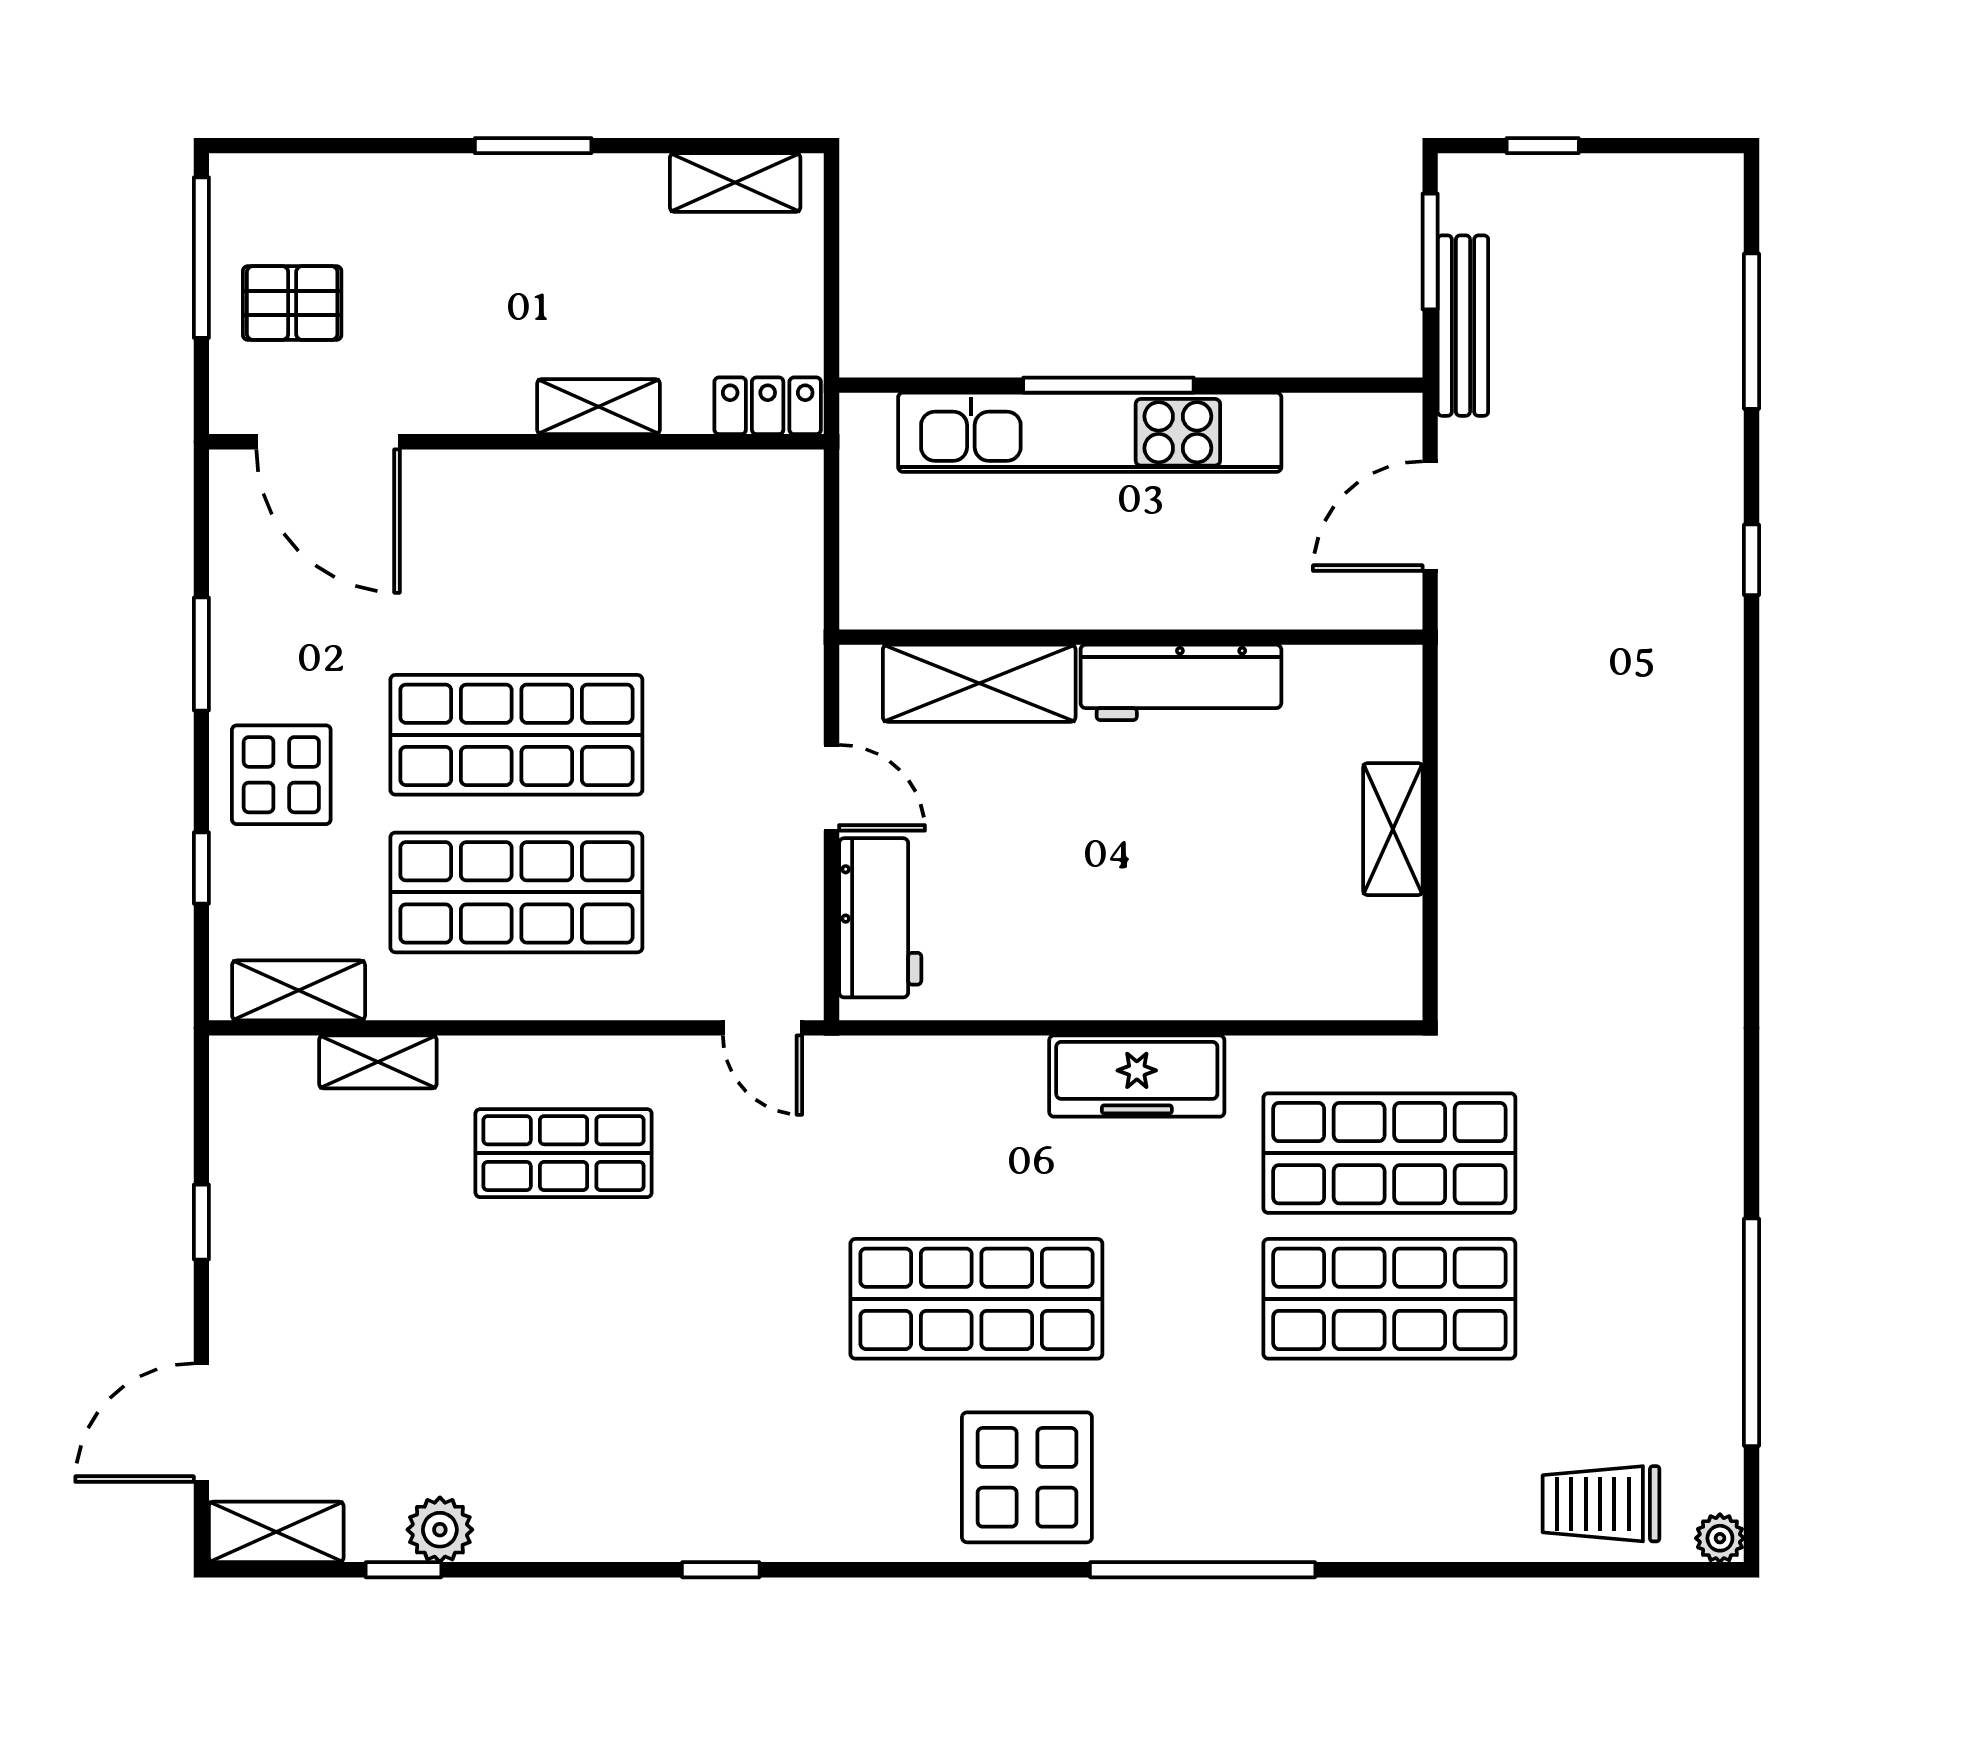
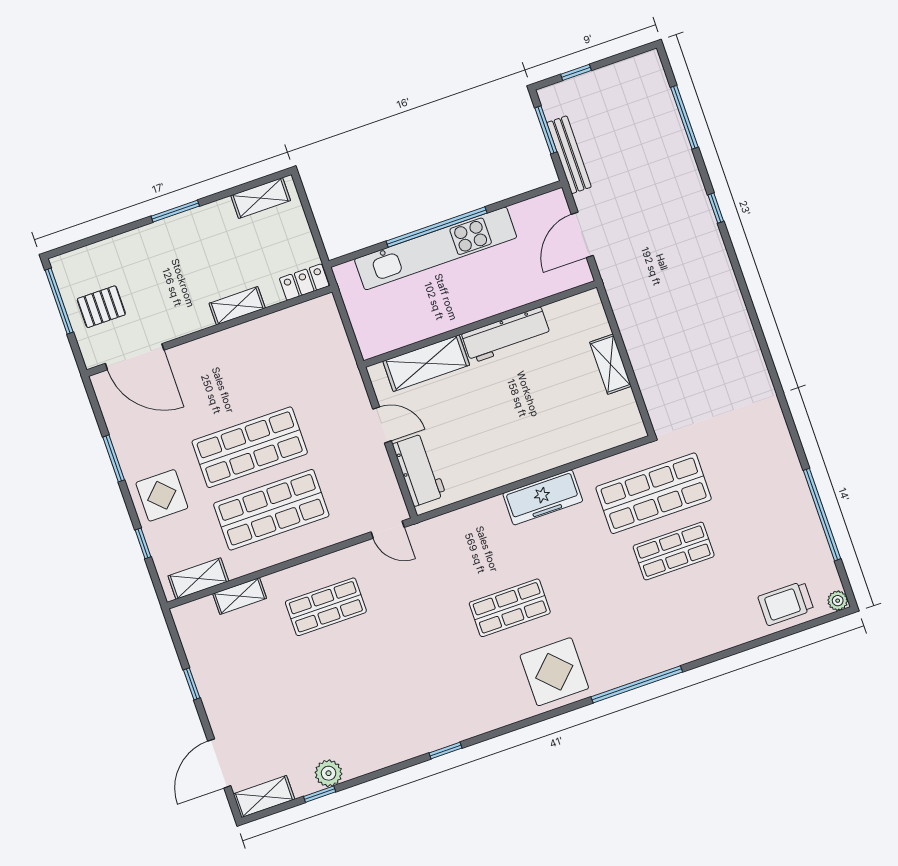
window: (1108, 385) -> (437, 227), width x1.46
shop shelf: (976, 1299) -> (510, 608), width x0.70, depth x0.74
shop shelf: (1389, 1299) -> (674, 551), width x0.70, depth x0.74

